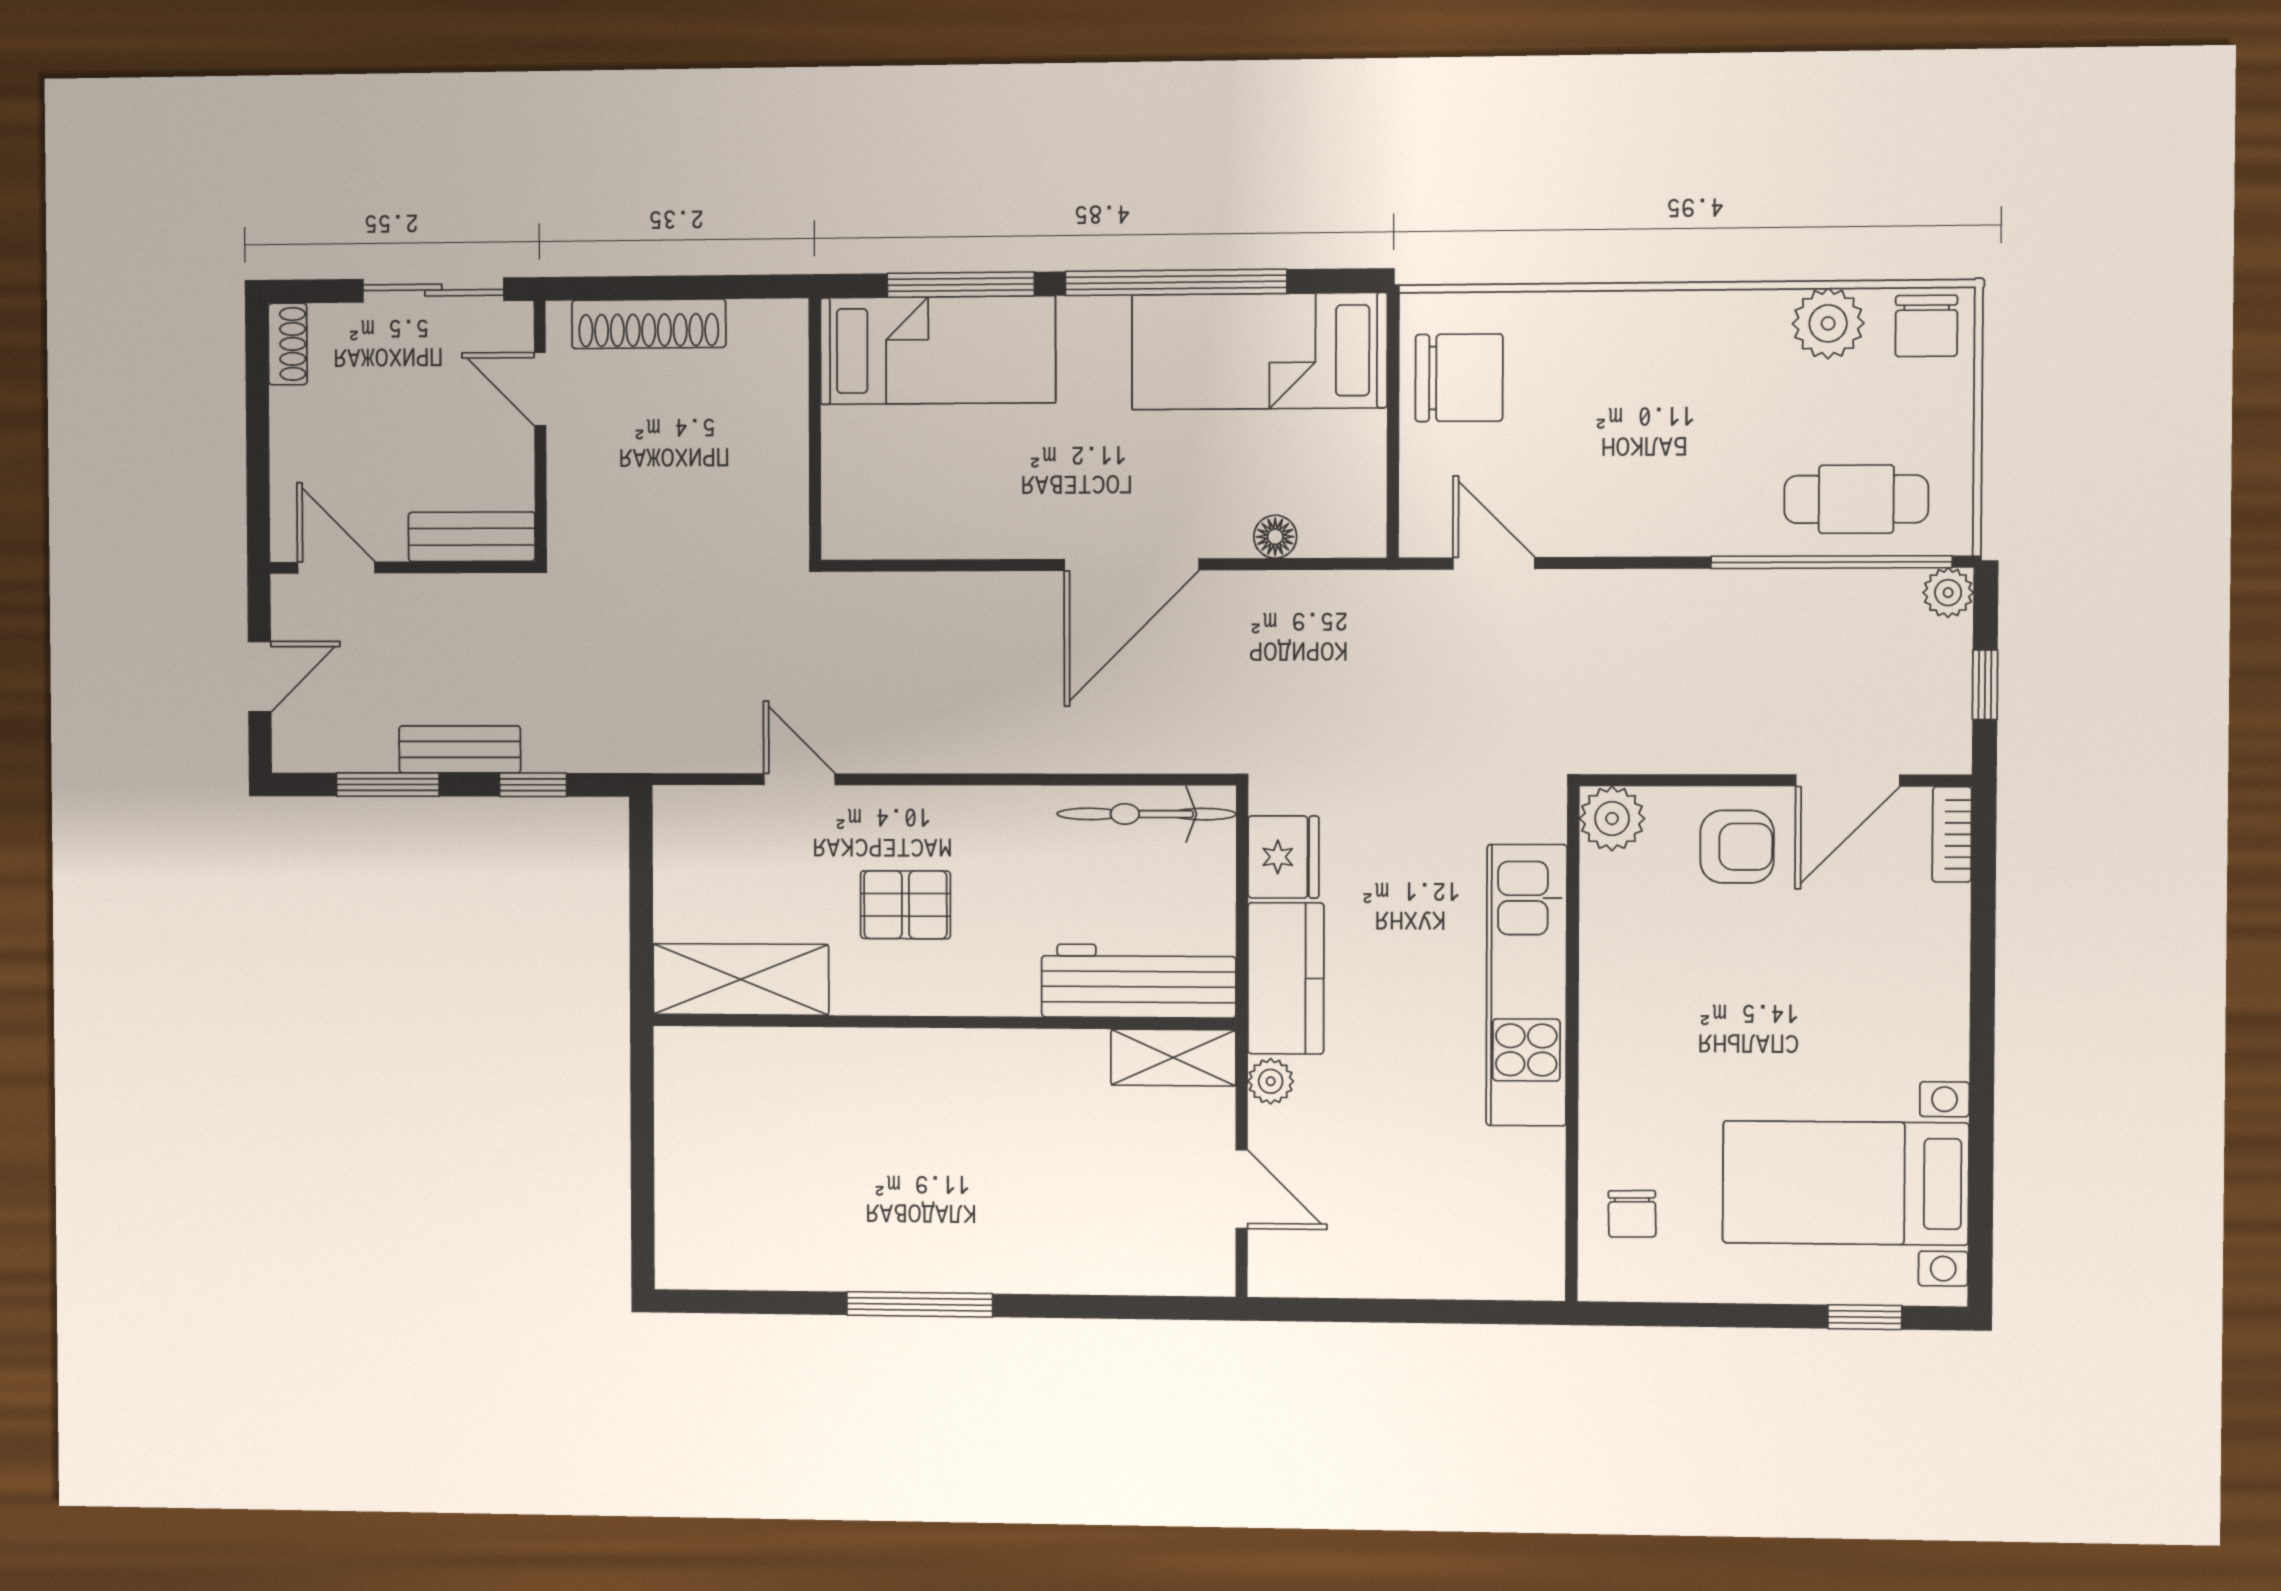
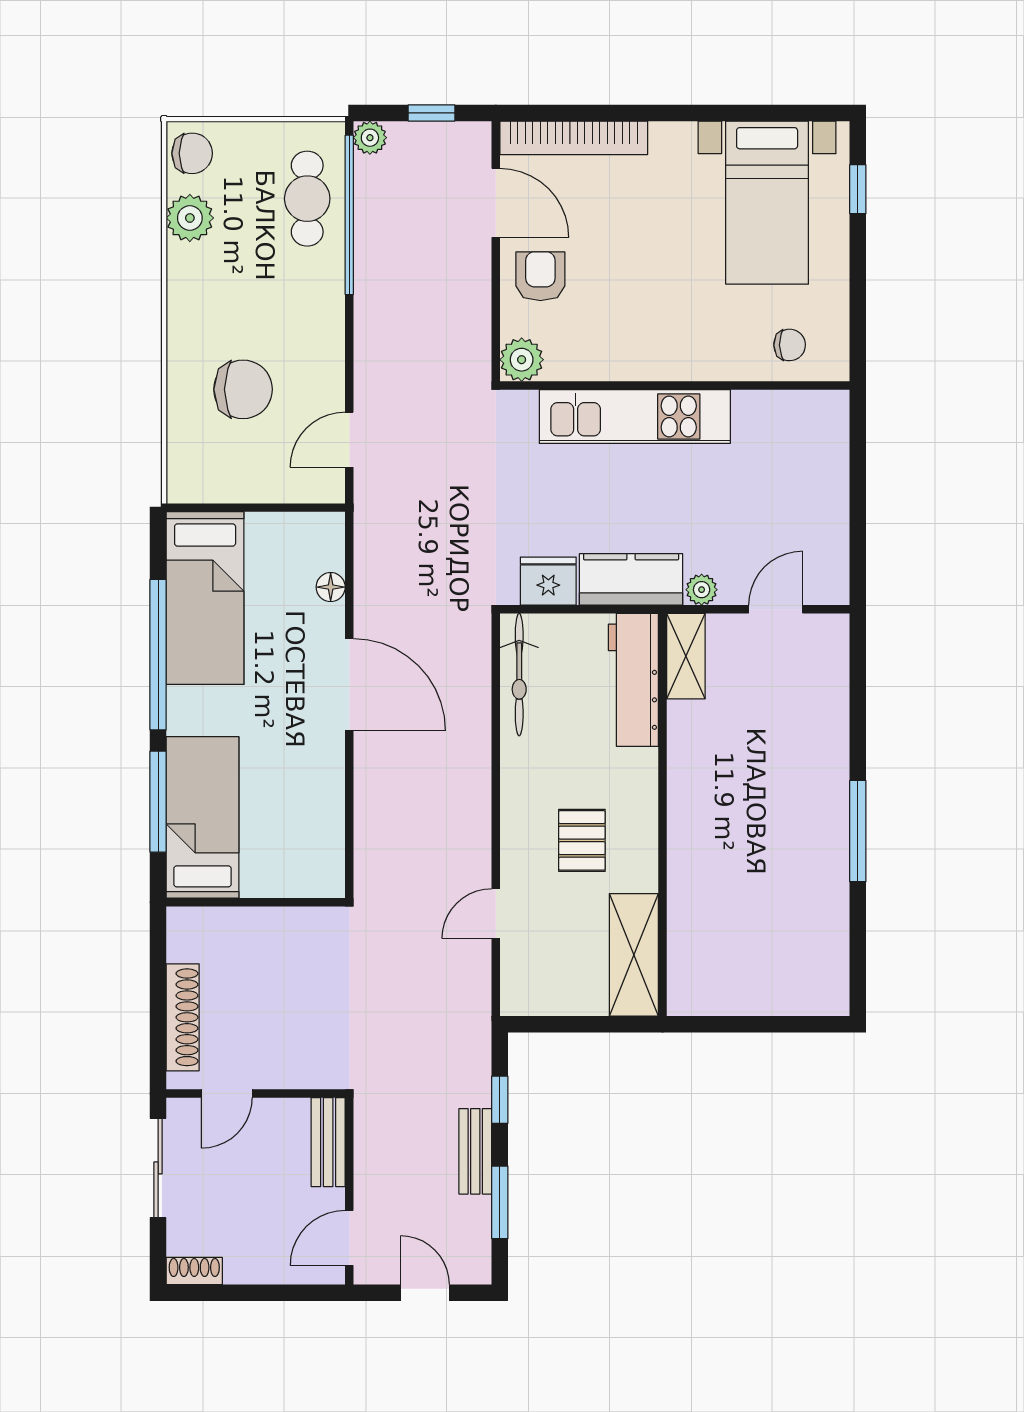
chair: (1459, 378) -> (243, 389), moved, turned 90
bookcase: (1952, 834) -> (574, 138), width x2.31, depth x1.31

